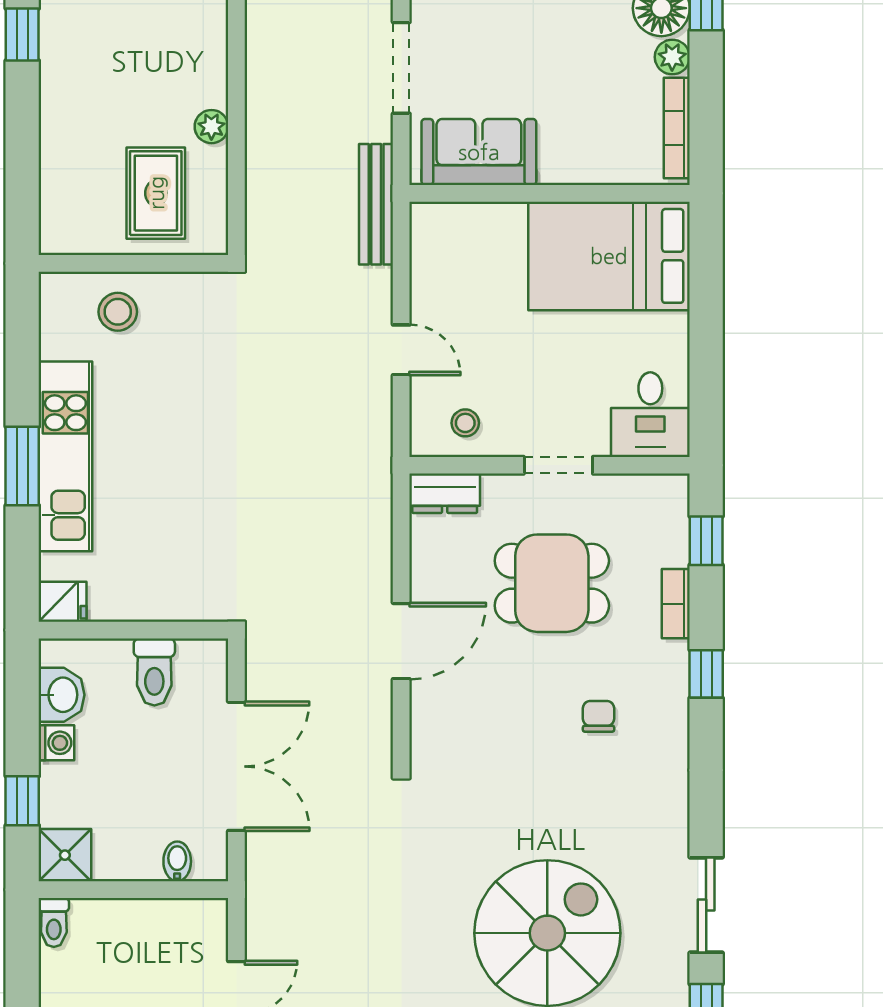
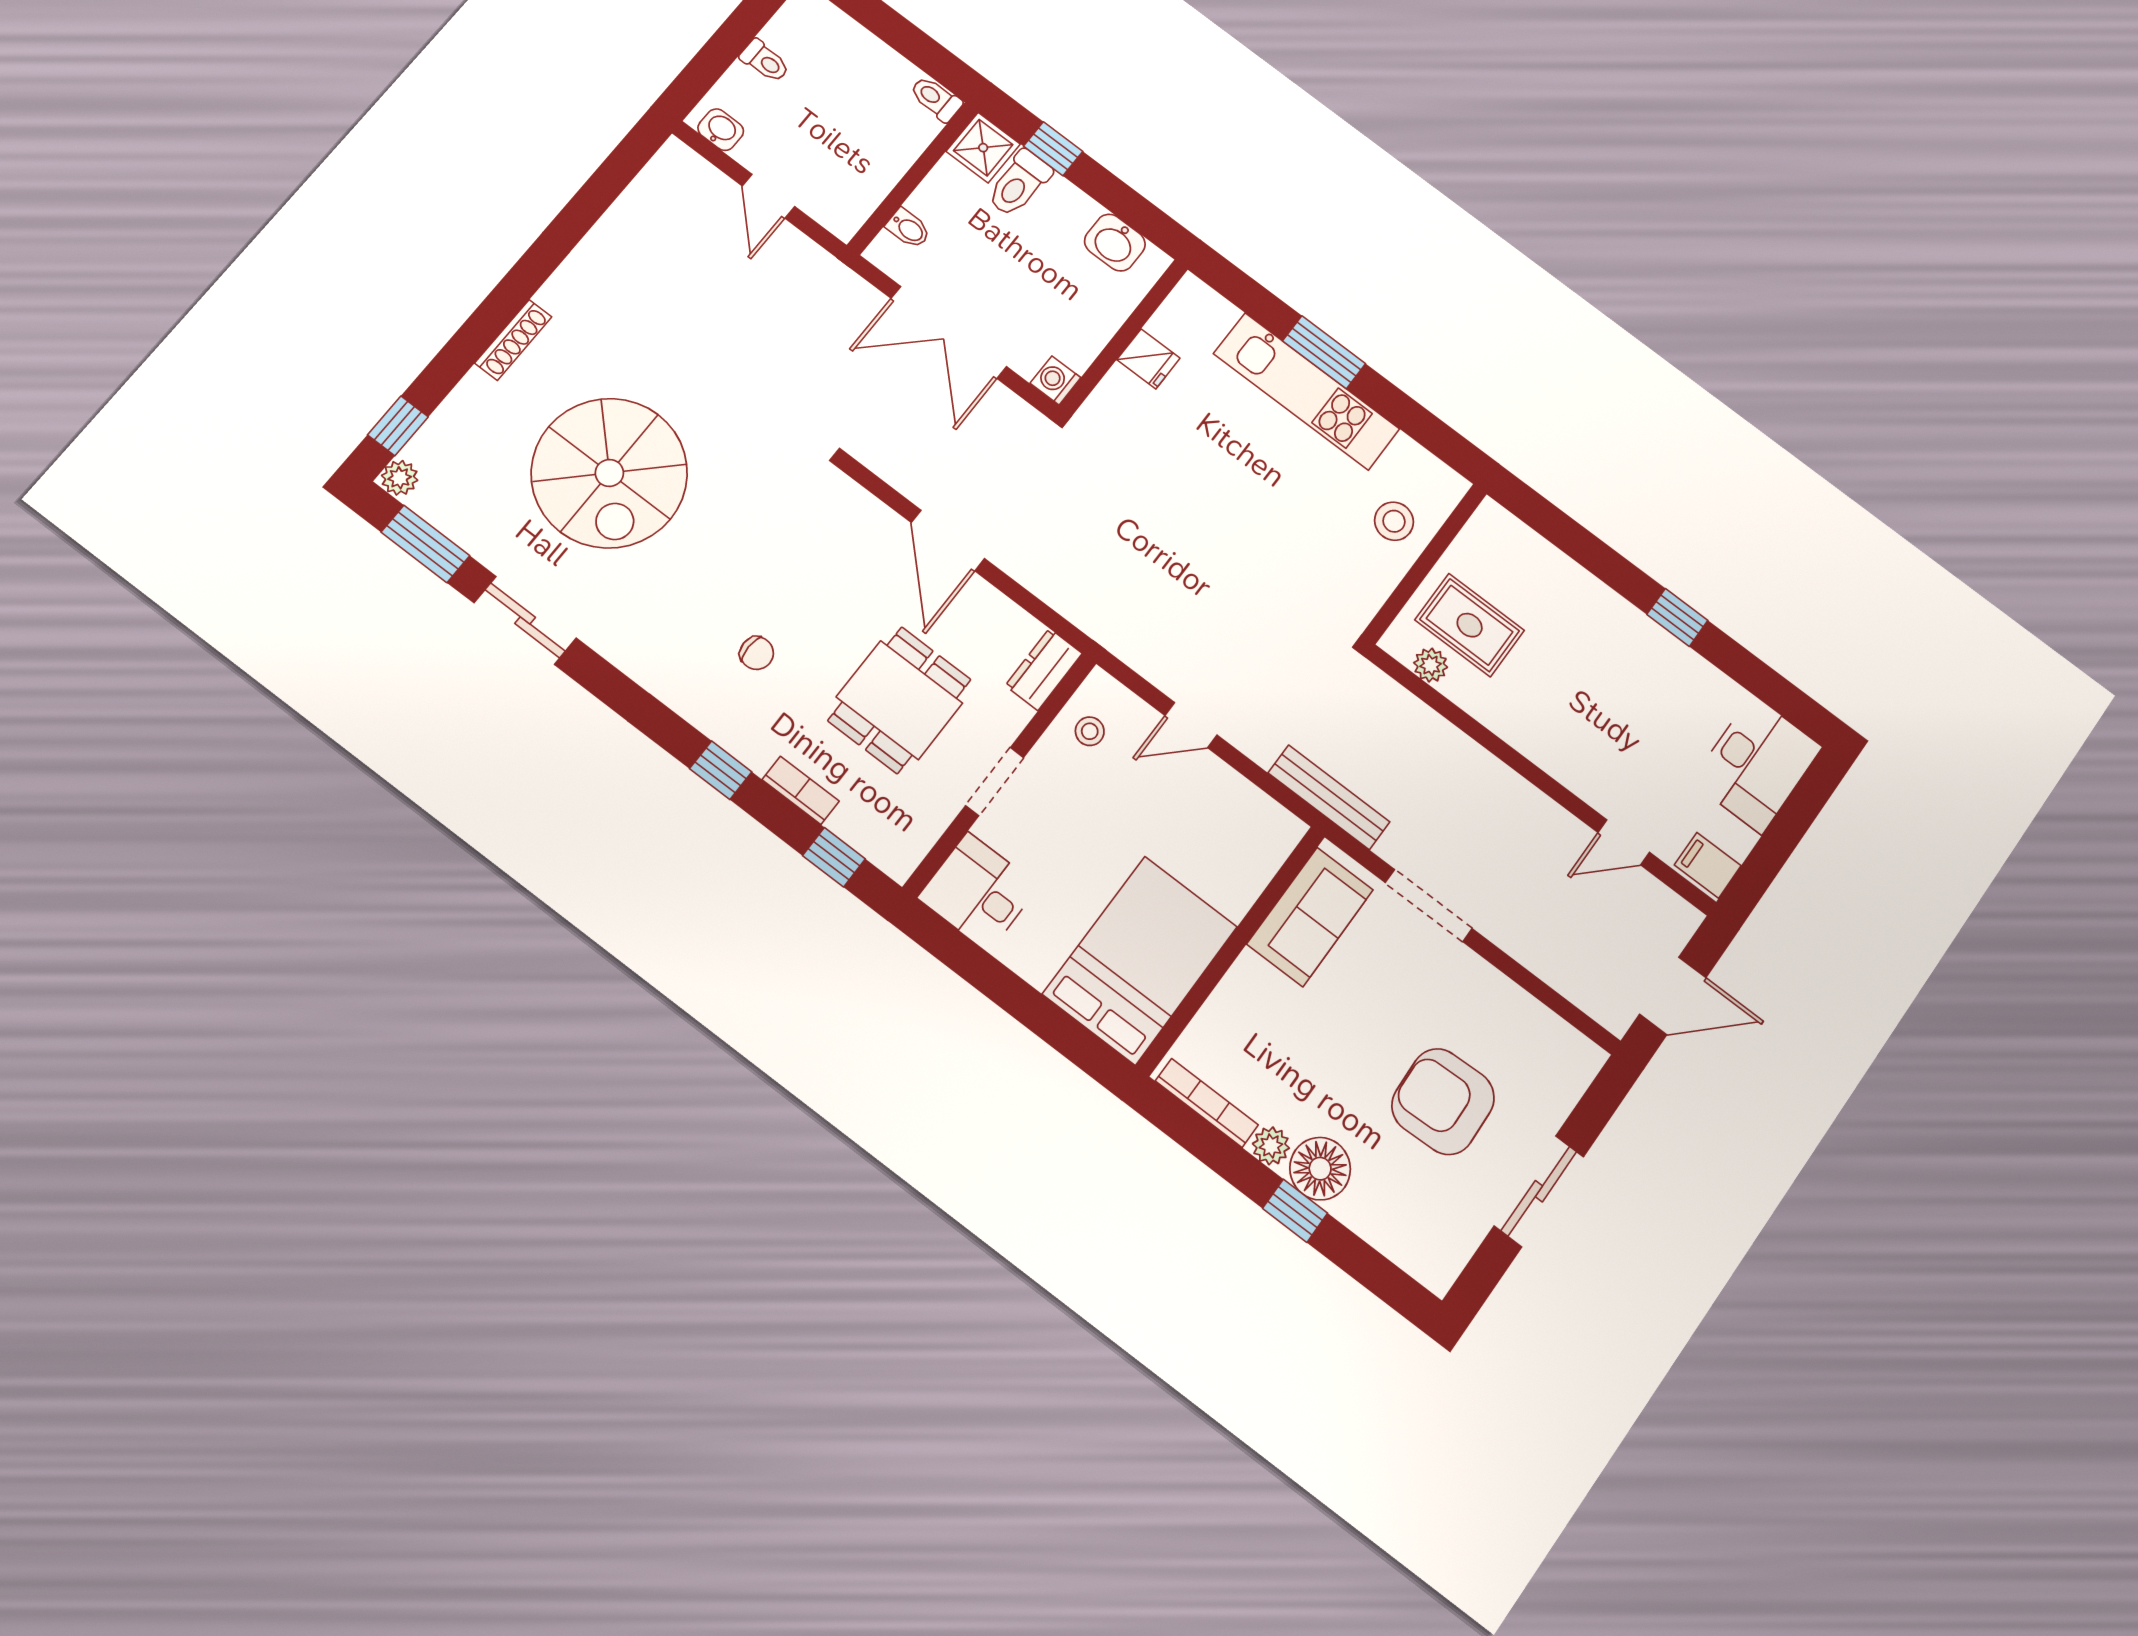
plant: (211, 127) -> (1431, 665), moved
fridge: (63, 602) -> (1148, 359), moved, turned -90
toilet: (154, 672) -> (1019, 184), moved, turned -90
washing machine: (56, 743) -> (1055, 380), moved, turned 90

